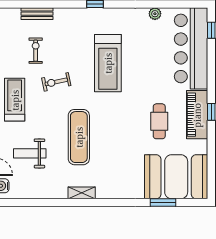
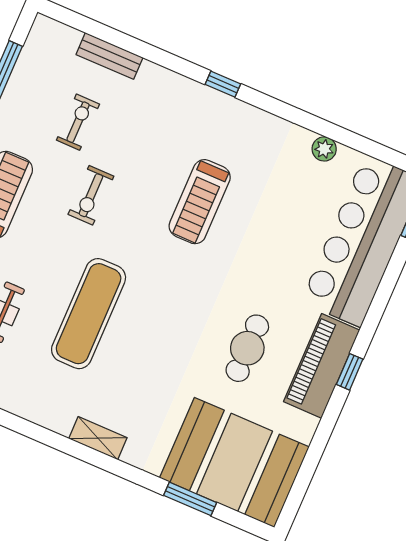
treadmill: (108, 63) -> (200, 202), width x0.73, depth x0.73
exercise bike: (56, 82) -> (91, 195), turned -78
shelving: (82, 193) -> (98, 438), moved

